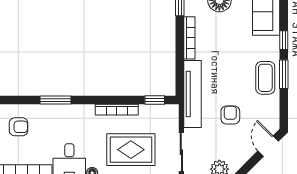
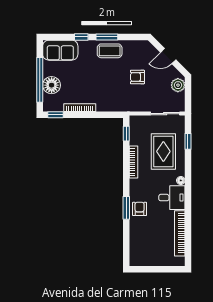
tv unit: (193, 94) -> (122, 105), removed
armchair: (19, 127) -> (140, 209), moved
door: (268, 146) -> (168, 56), moved

